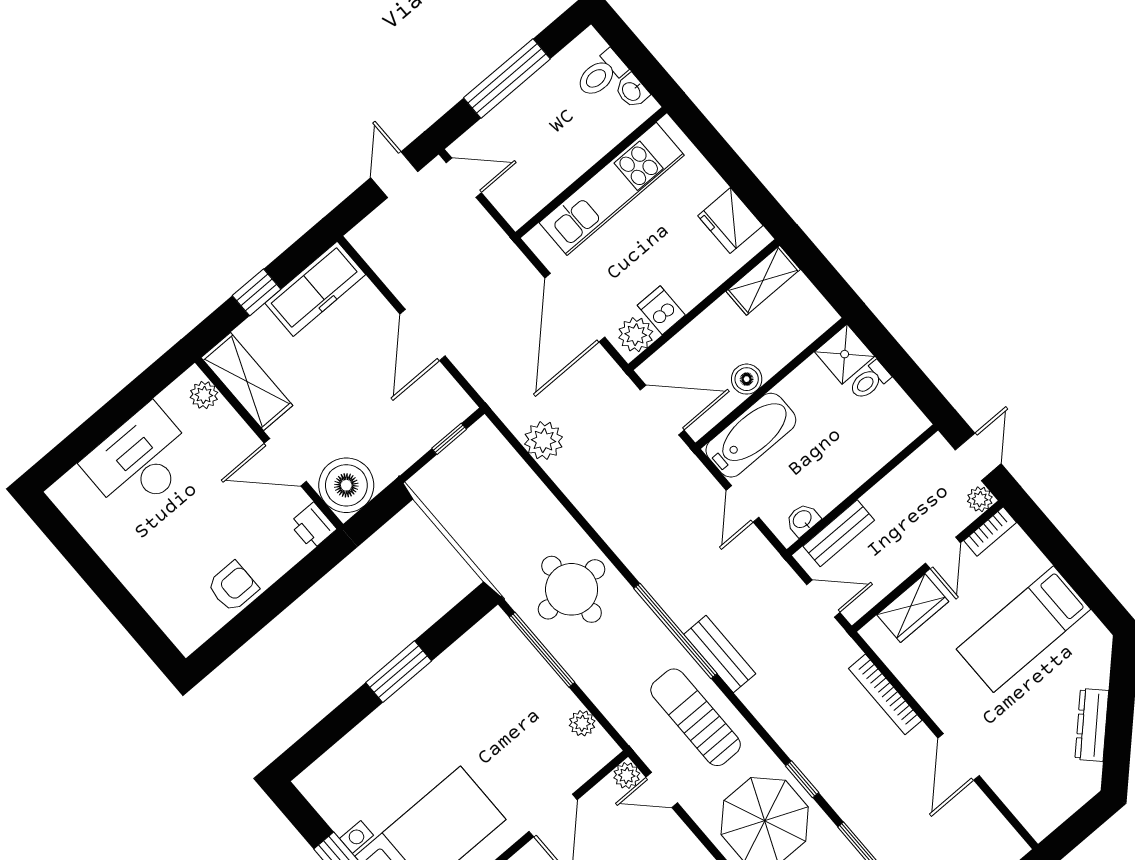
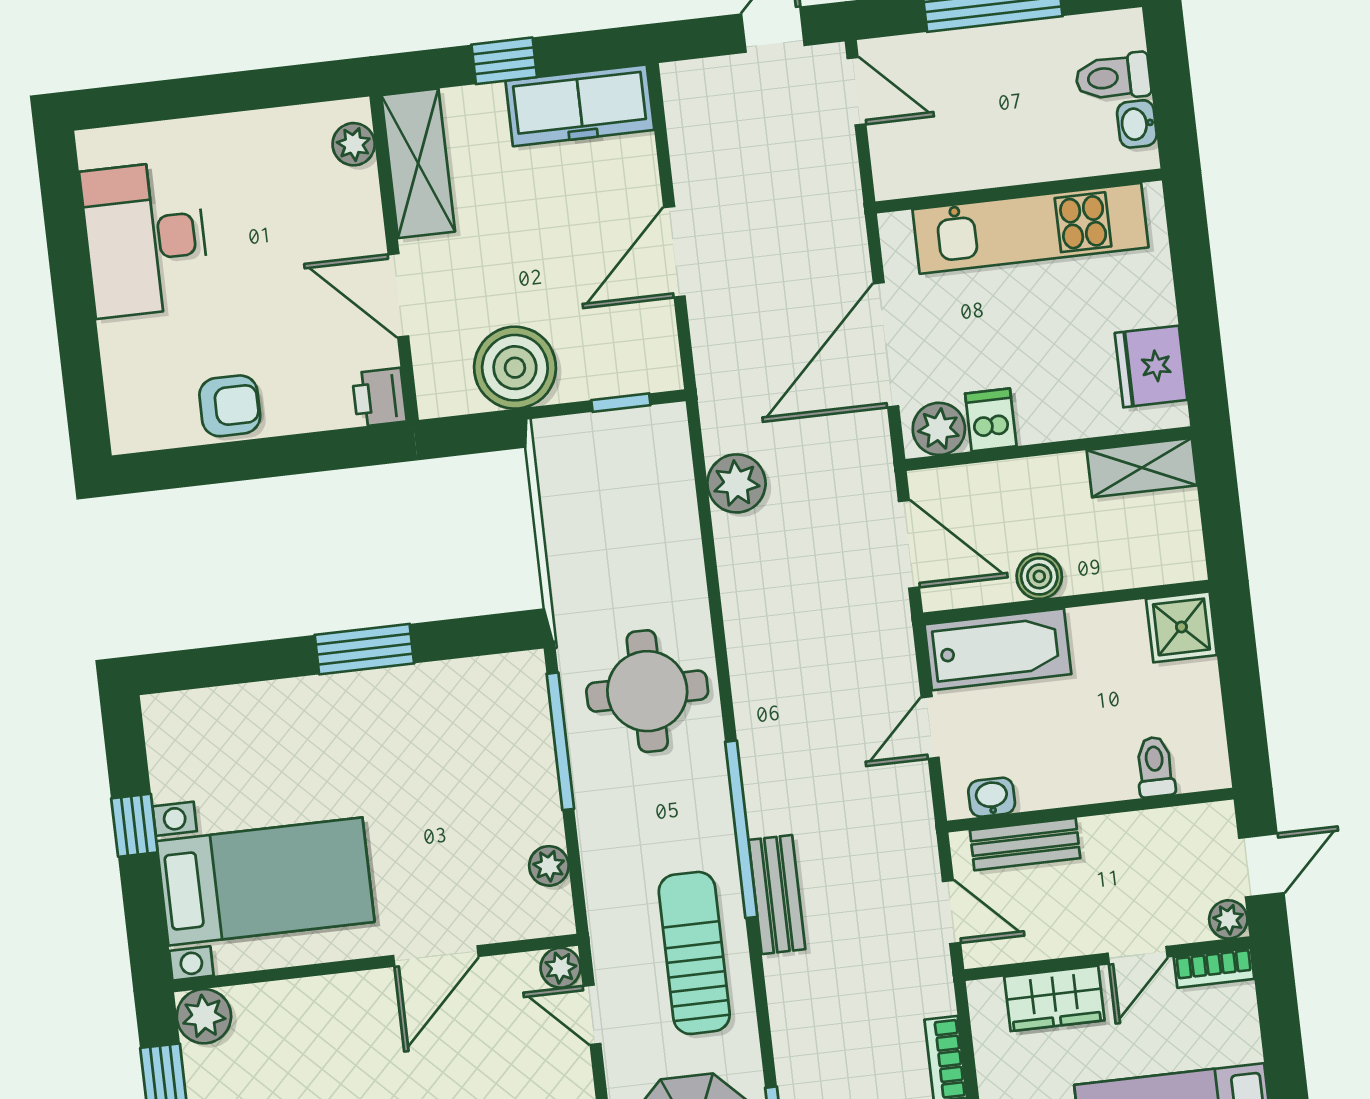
toilet: (869, 381) -> (1155, 767), moved, turned 90
desk: (140, 461) -> (145, 239), moved, turned -90
boiler: (346, 485) -> (515, 368), moved

